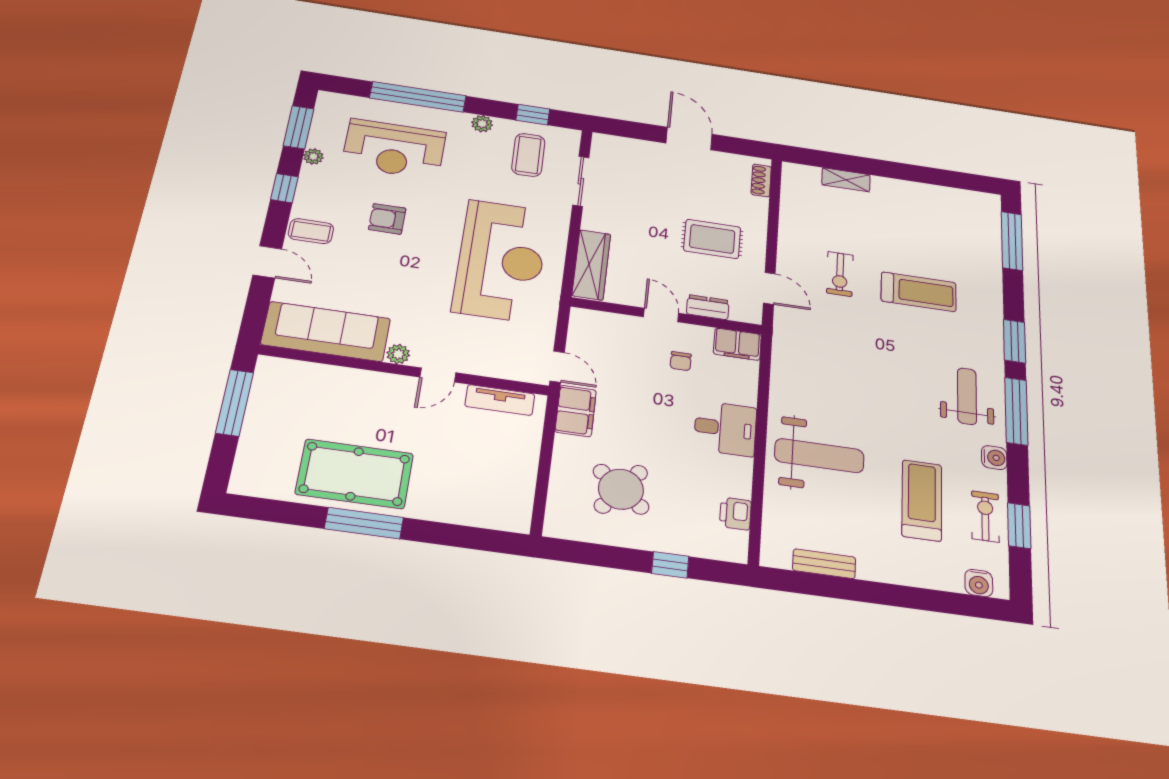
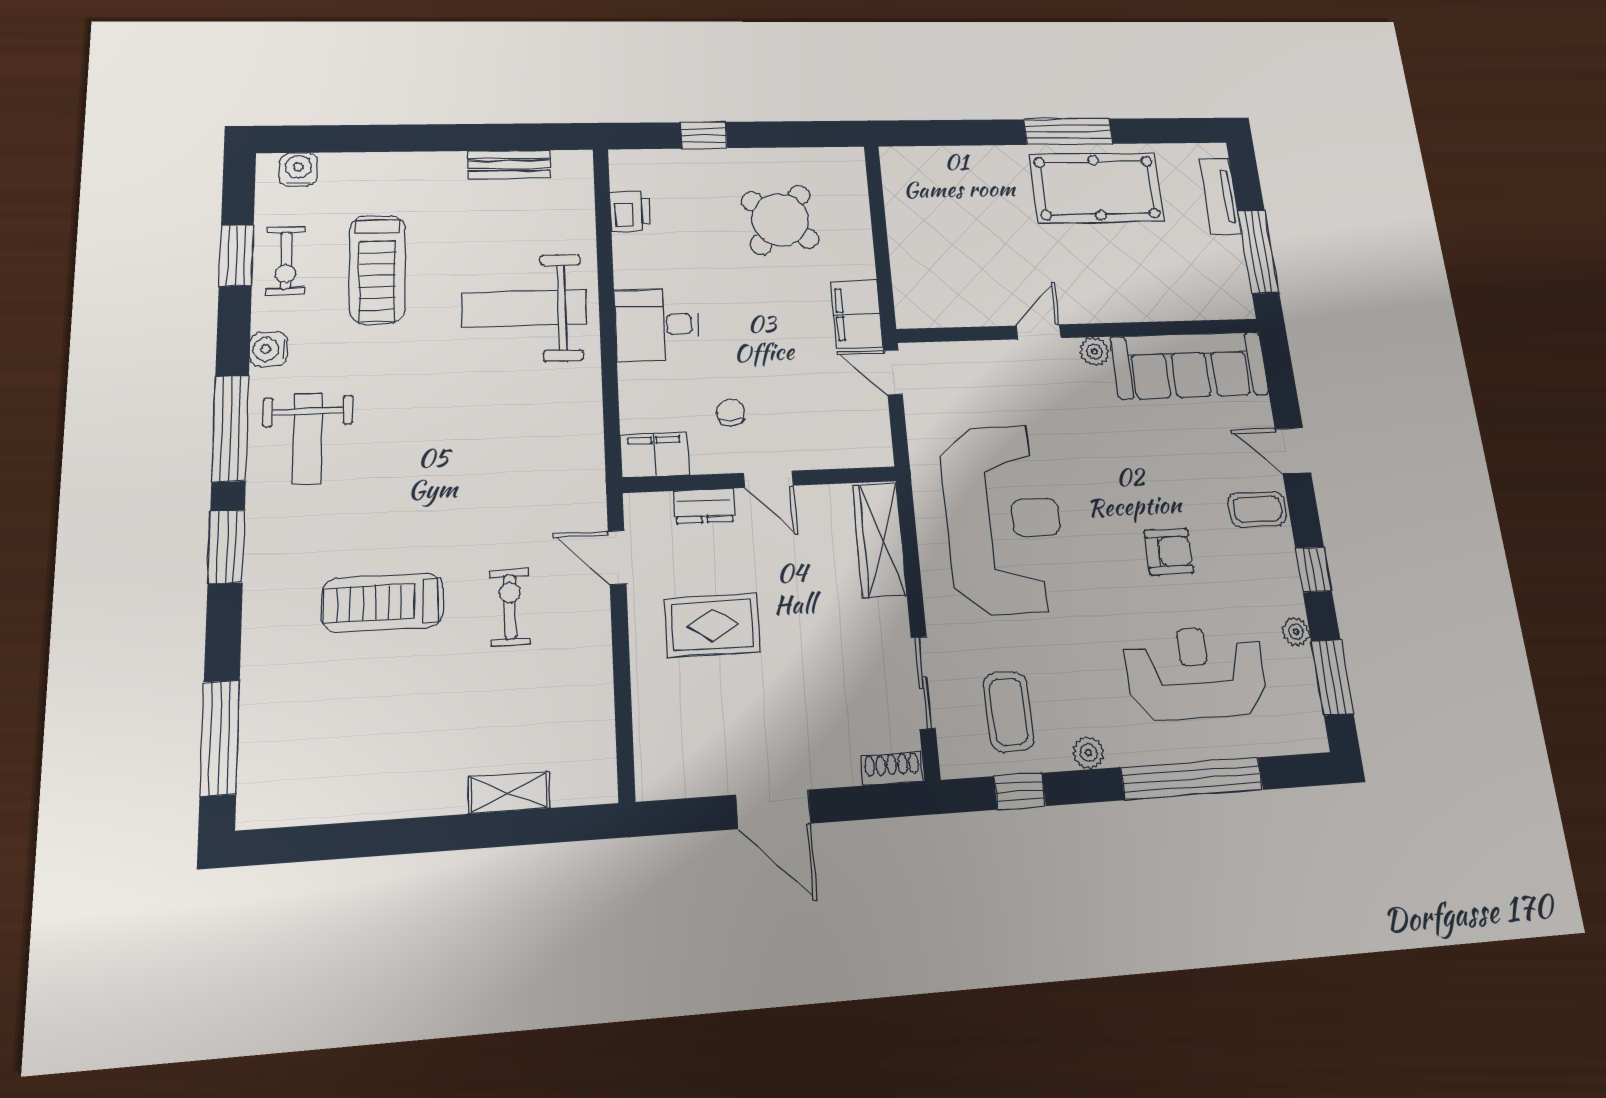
shoe rack: (761, 180) -> (892, 768), moved, turned -90
reception desk: (501, 261) -> (1003, 519), turned 180
tv unit: (500, 400) -> (1220, 196), moved, turned -90

